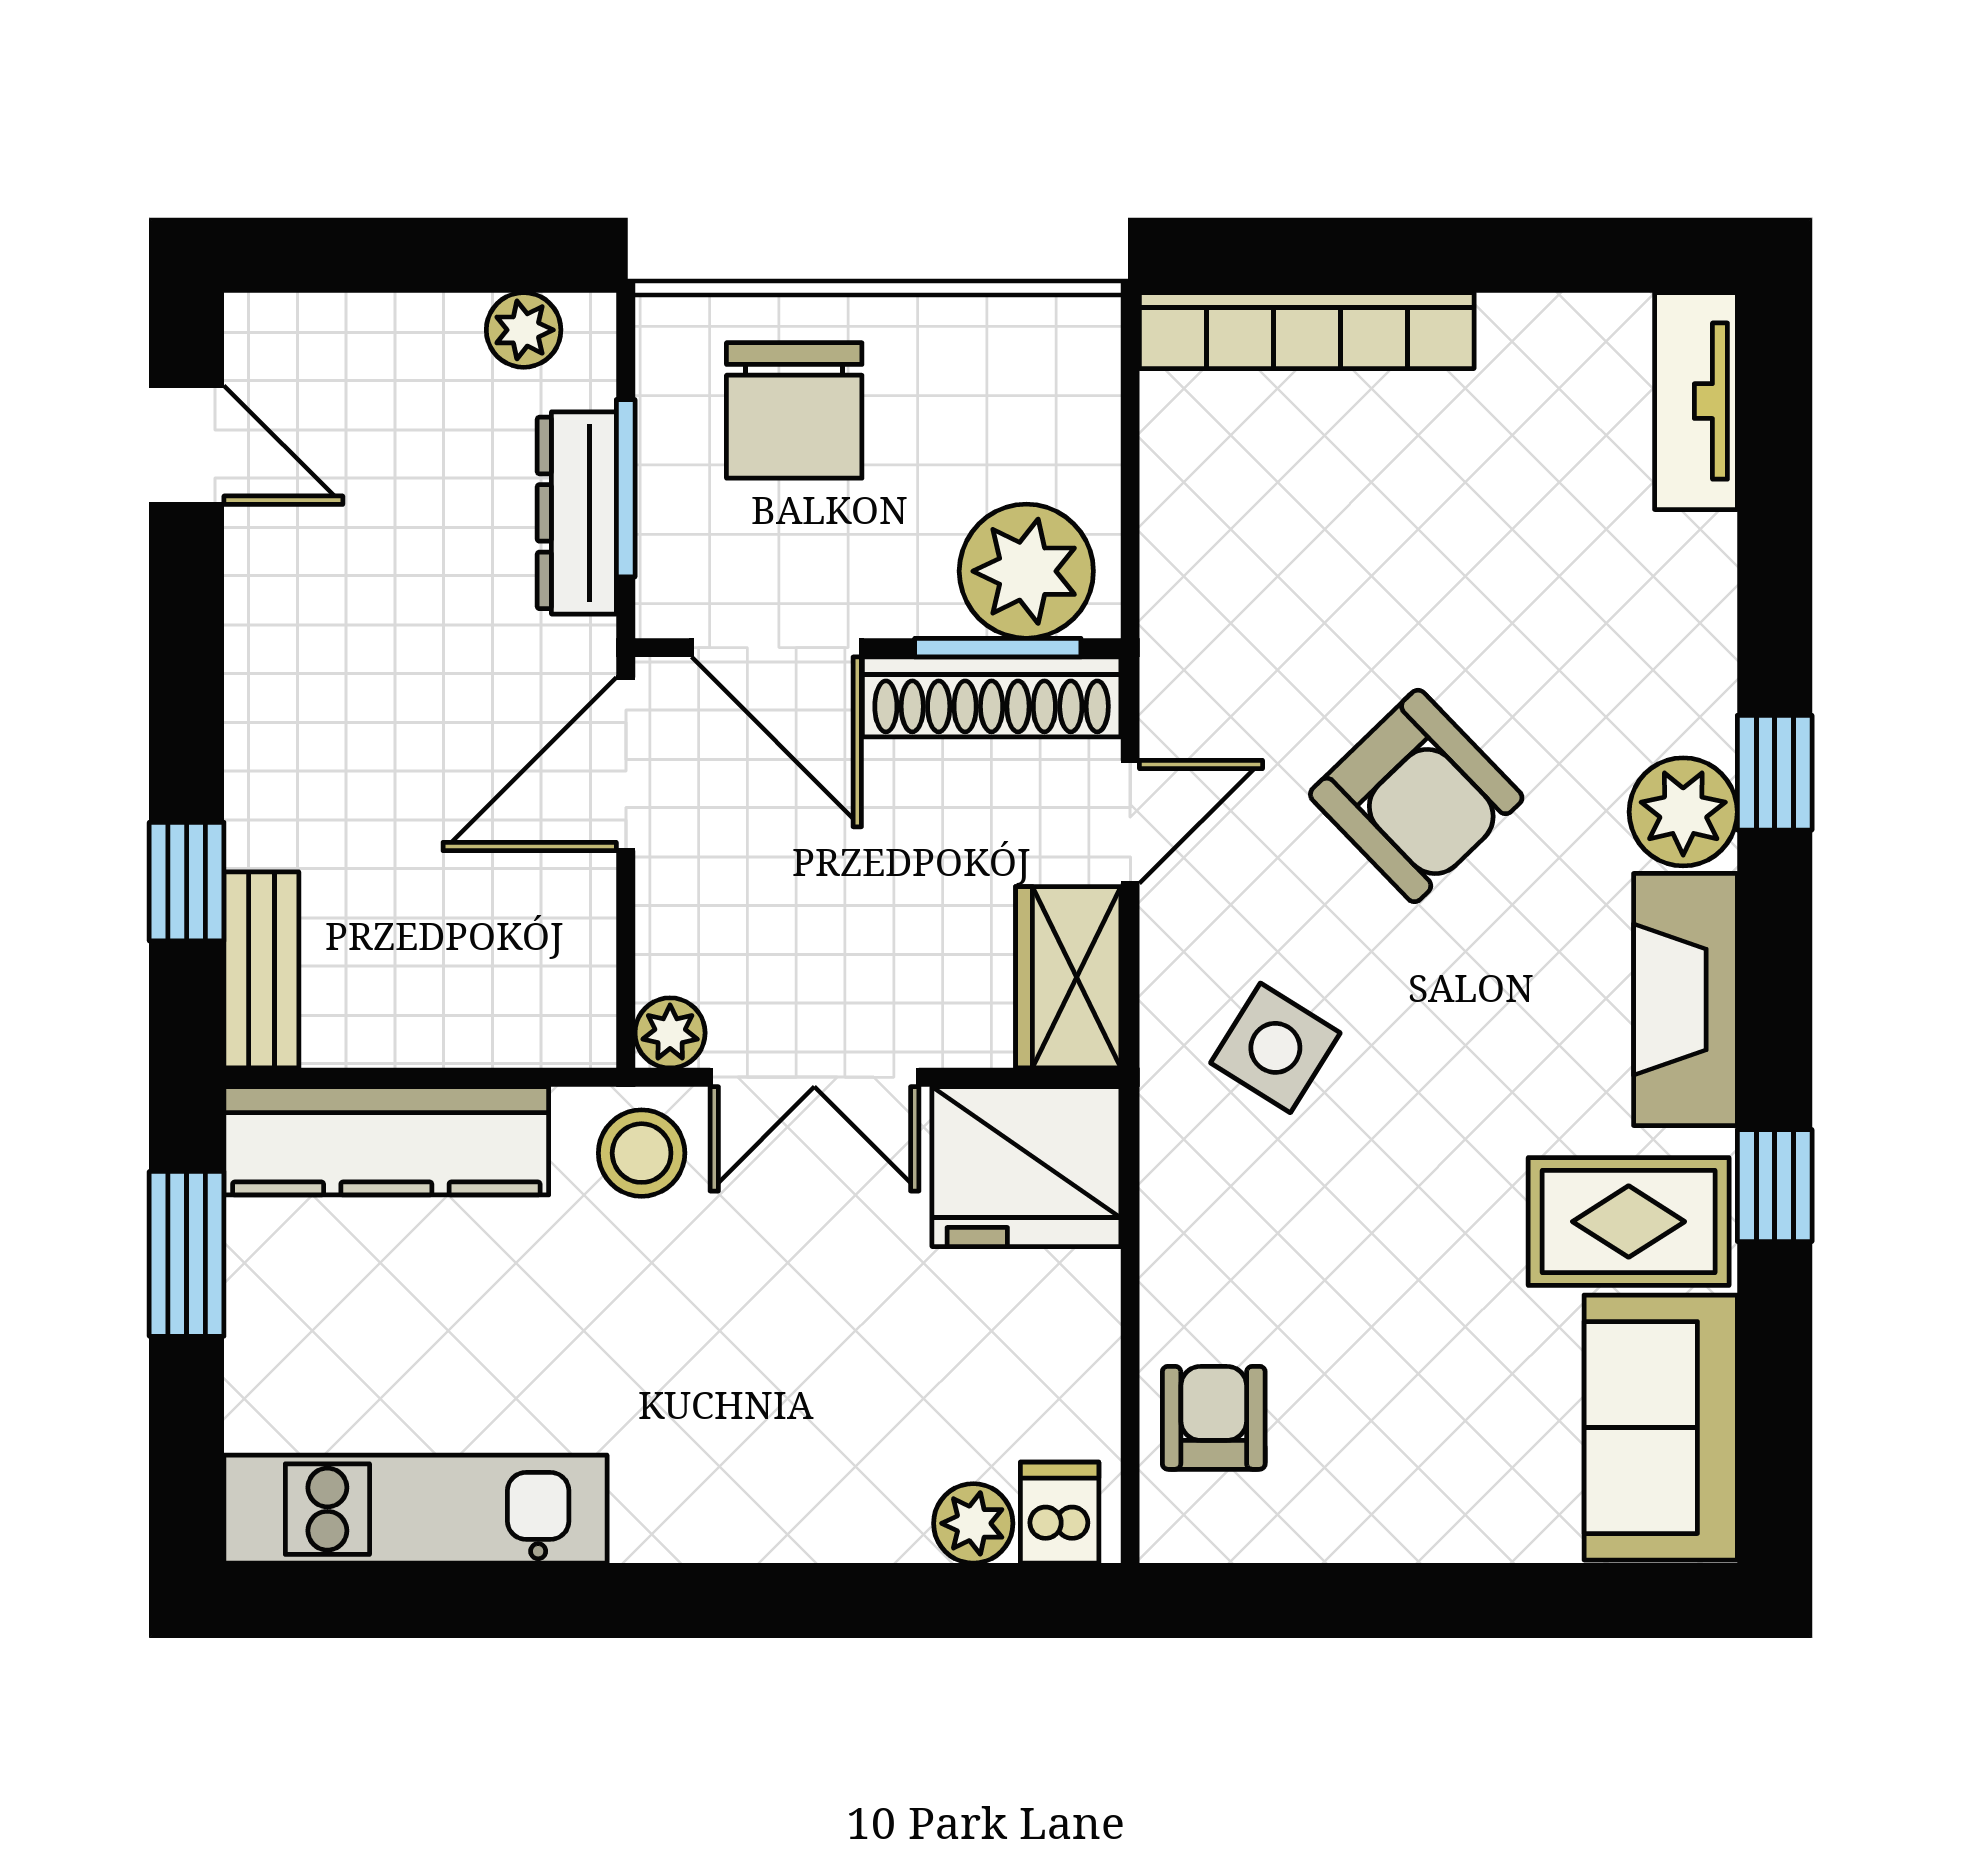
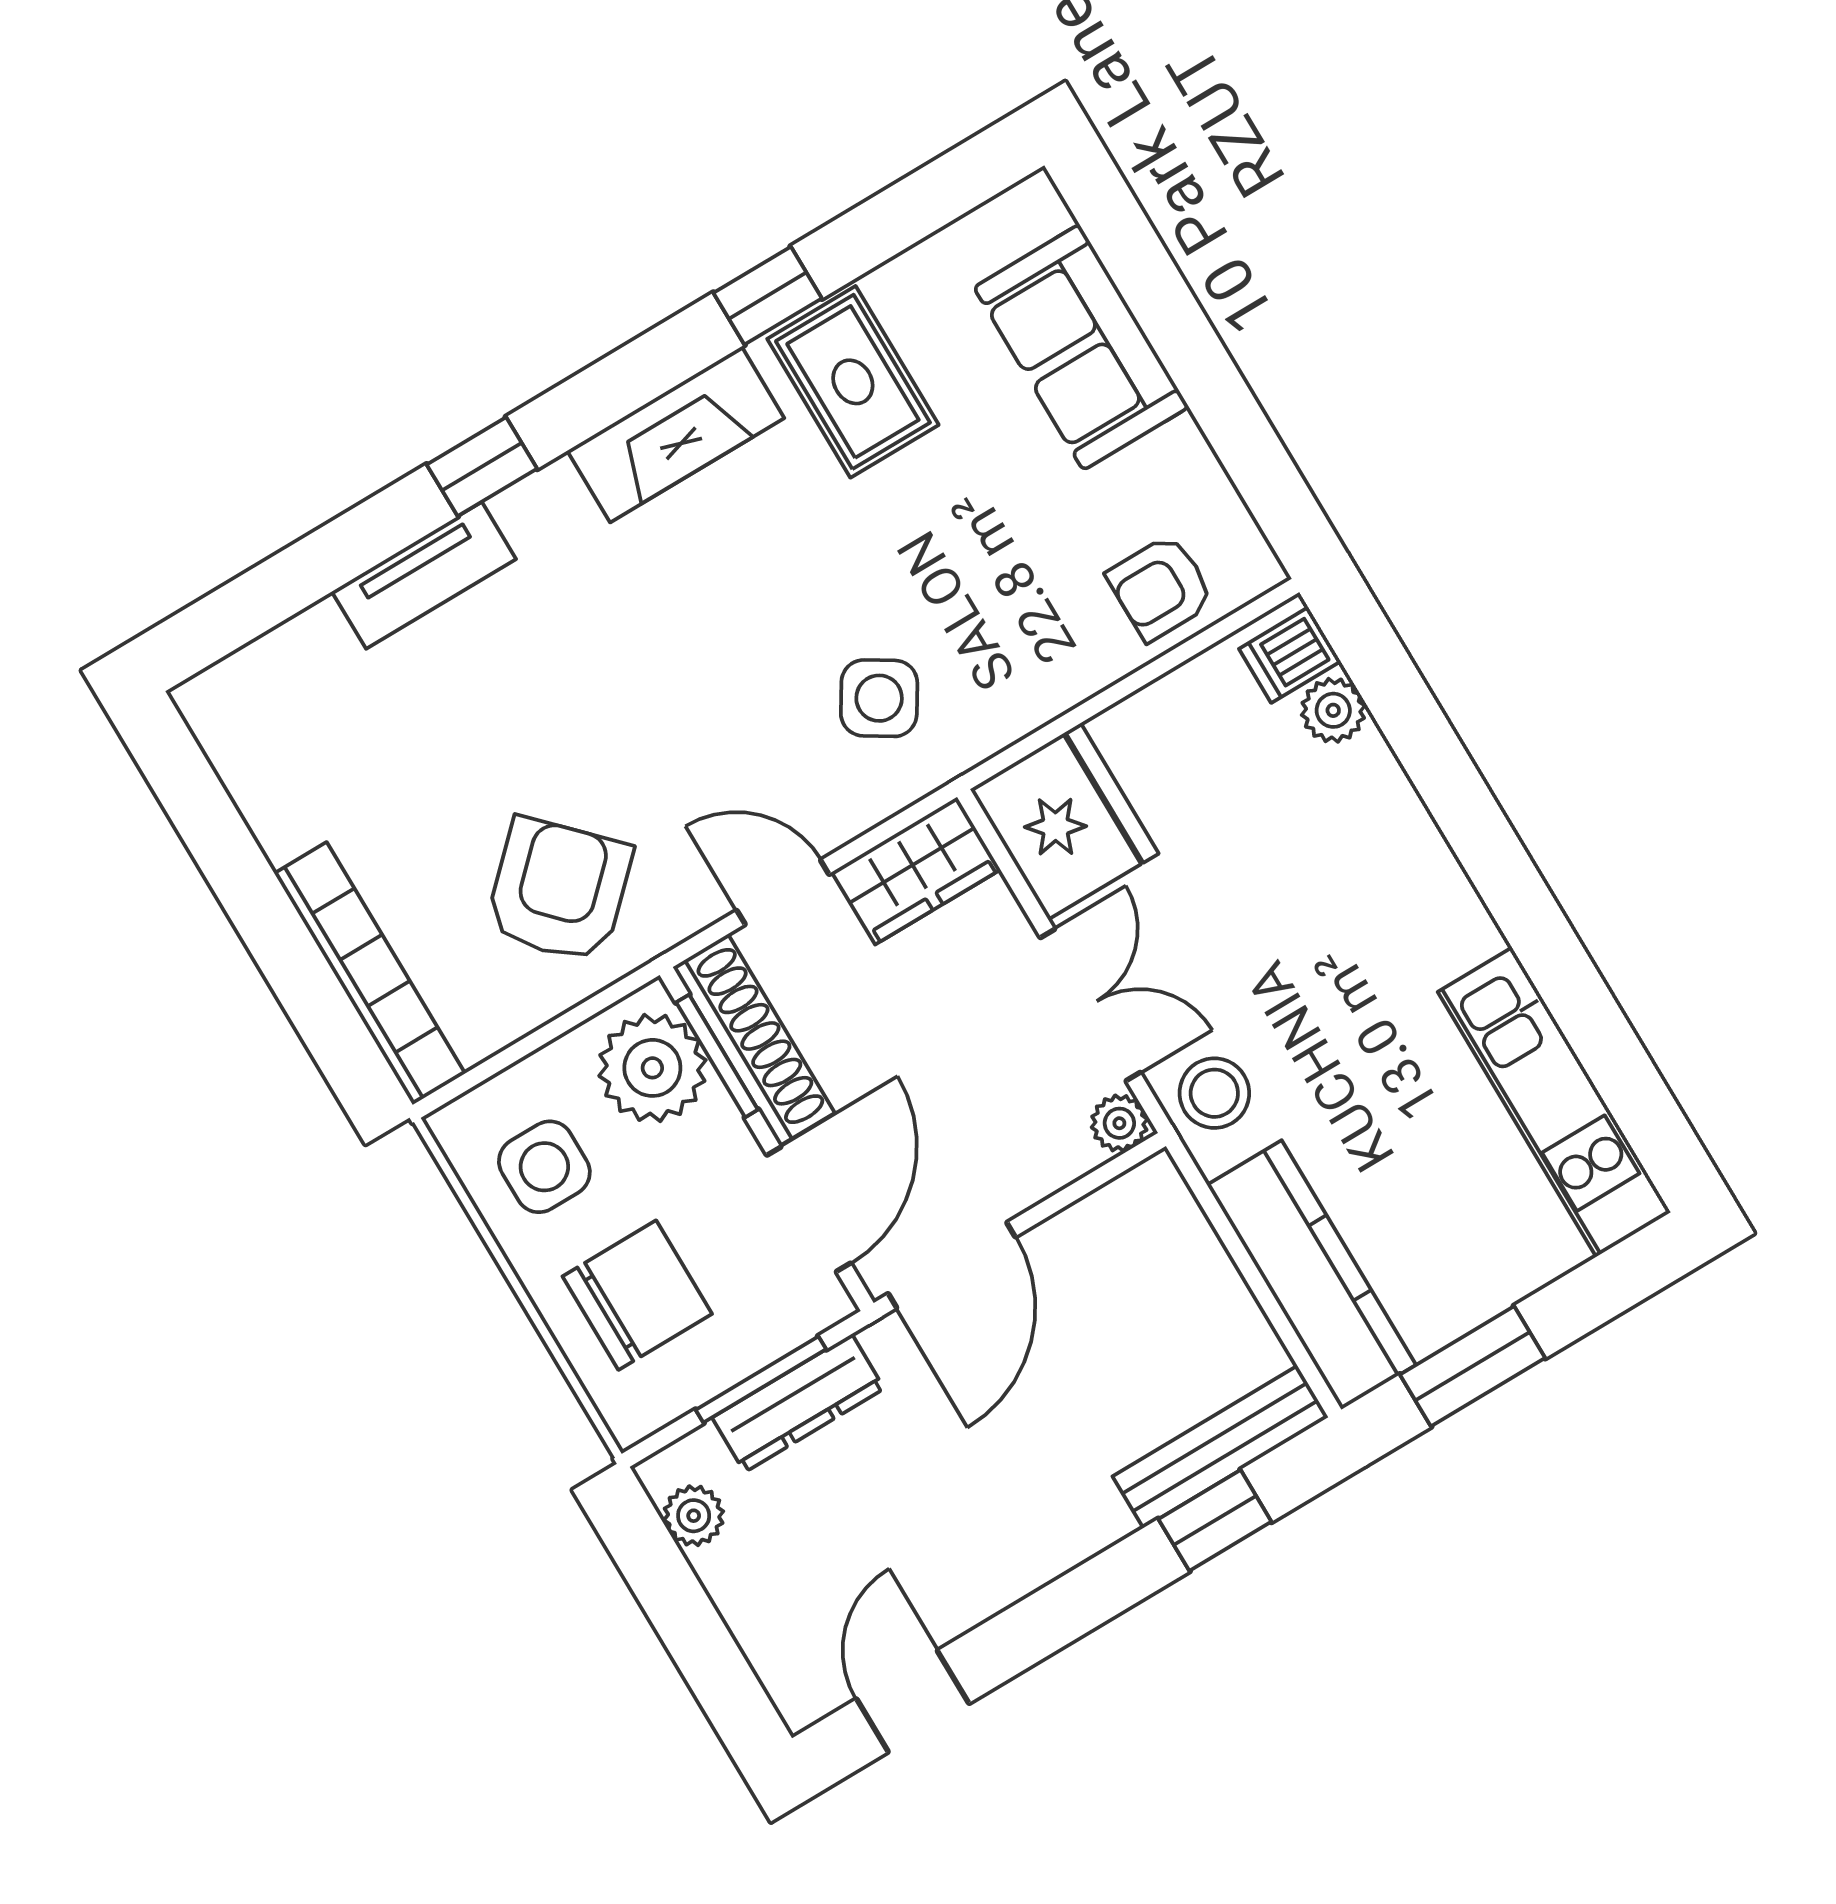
side table: (990, 393) -> (544, 1167), added
tv unit: (1696, 401) -> (424, 575), moved
door: (626, 764) -> (952, 1265), hinge flipped
armchair: (1416, 796) -> (559, 890), moved
plant: (1683, 812) -> (547, 514), removed
bench: (261, 970) -> (1220, 1447), width x1.36
sofa: (1661, 1428) -> (1081, 347), moved, turned 90

